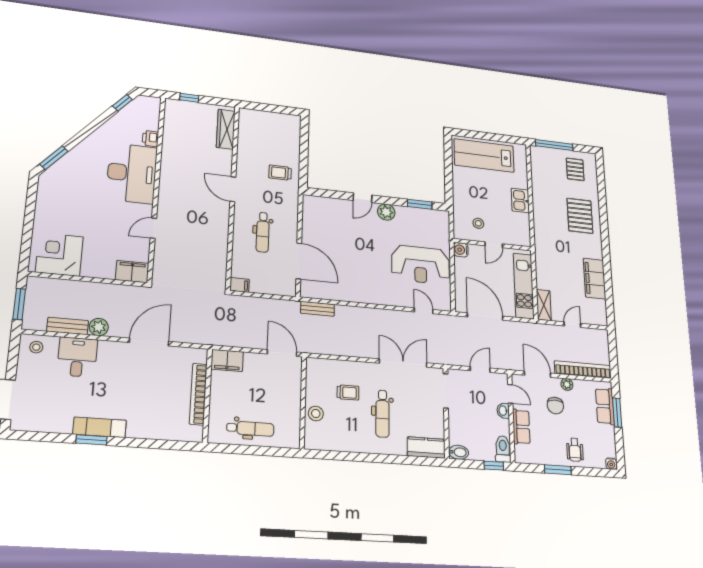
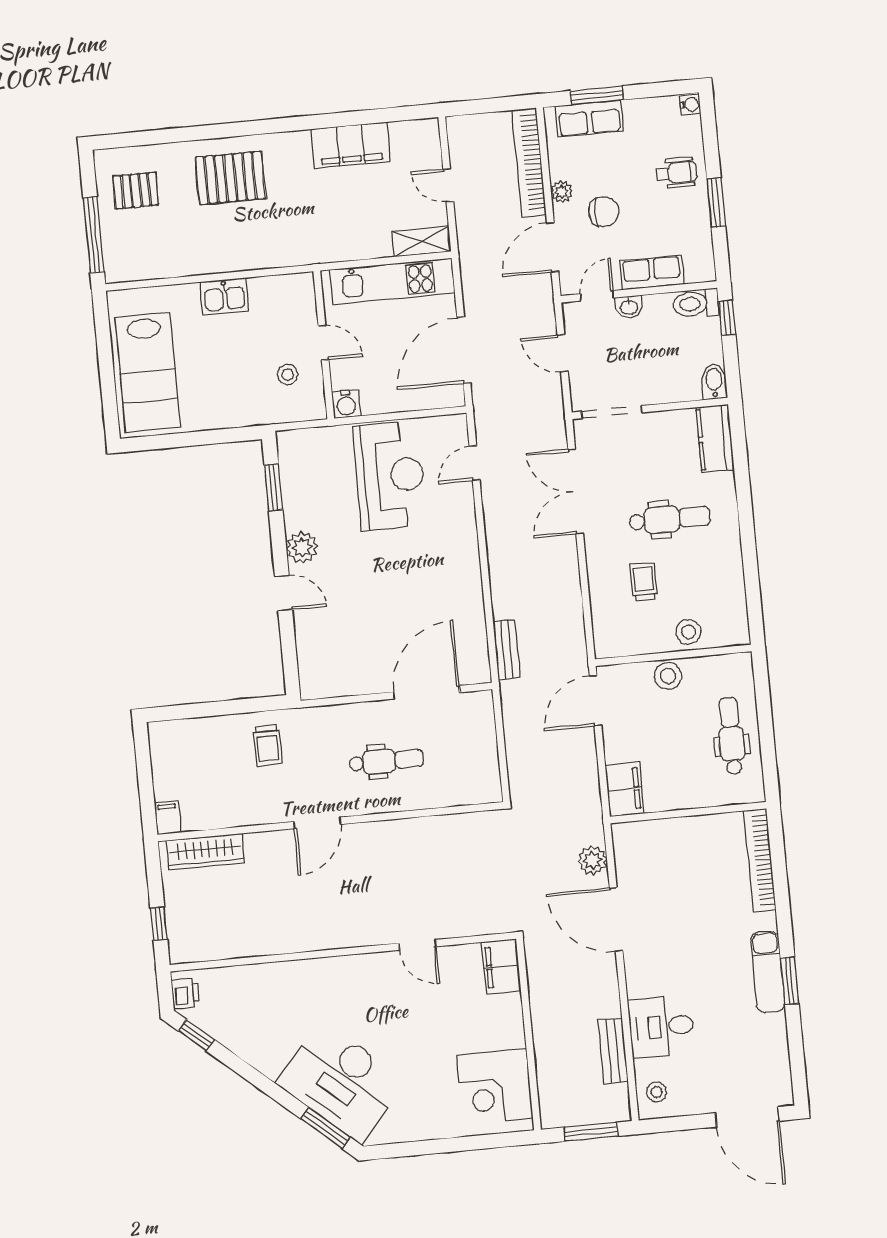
printer: (150, 138) -> (185, 993), moved, turned -90
desk: (132, 173) -> (341, 1082), moved, turned -139
filing cabinet: (239, 285) -> (168, 818), moved
plant: (99, 327) -> (592, 860), moved
bookcase: (198, 394) -> (760, 860), moved, turned 90
stool: (291, 397) -> (668, 676), added

